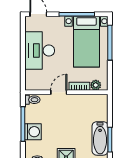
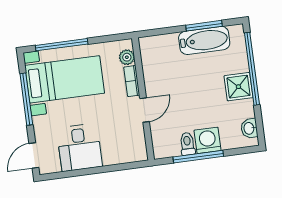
desk: (40, 51) -> (79, 147), width x0.73
door: (59, 92) -> (145, 110), swing flipped
toilet: (32, 100) -> (187, 144), moved

